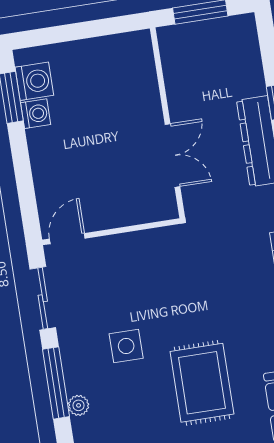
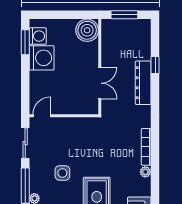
boiler: (131, 54) -> (87, 30), added
washing machine: (36, 114) -> (42, 58), width x1.89, depth x1.89

